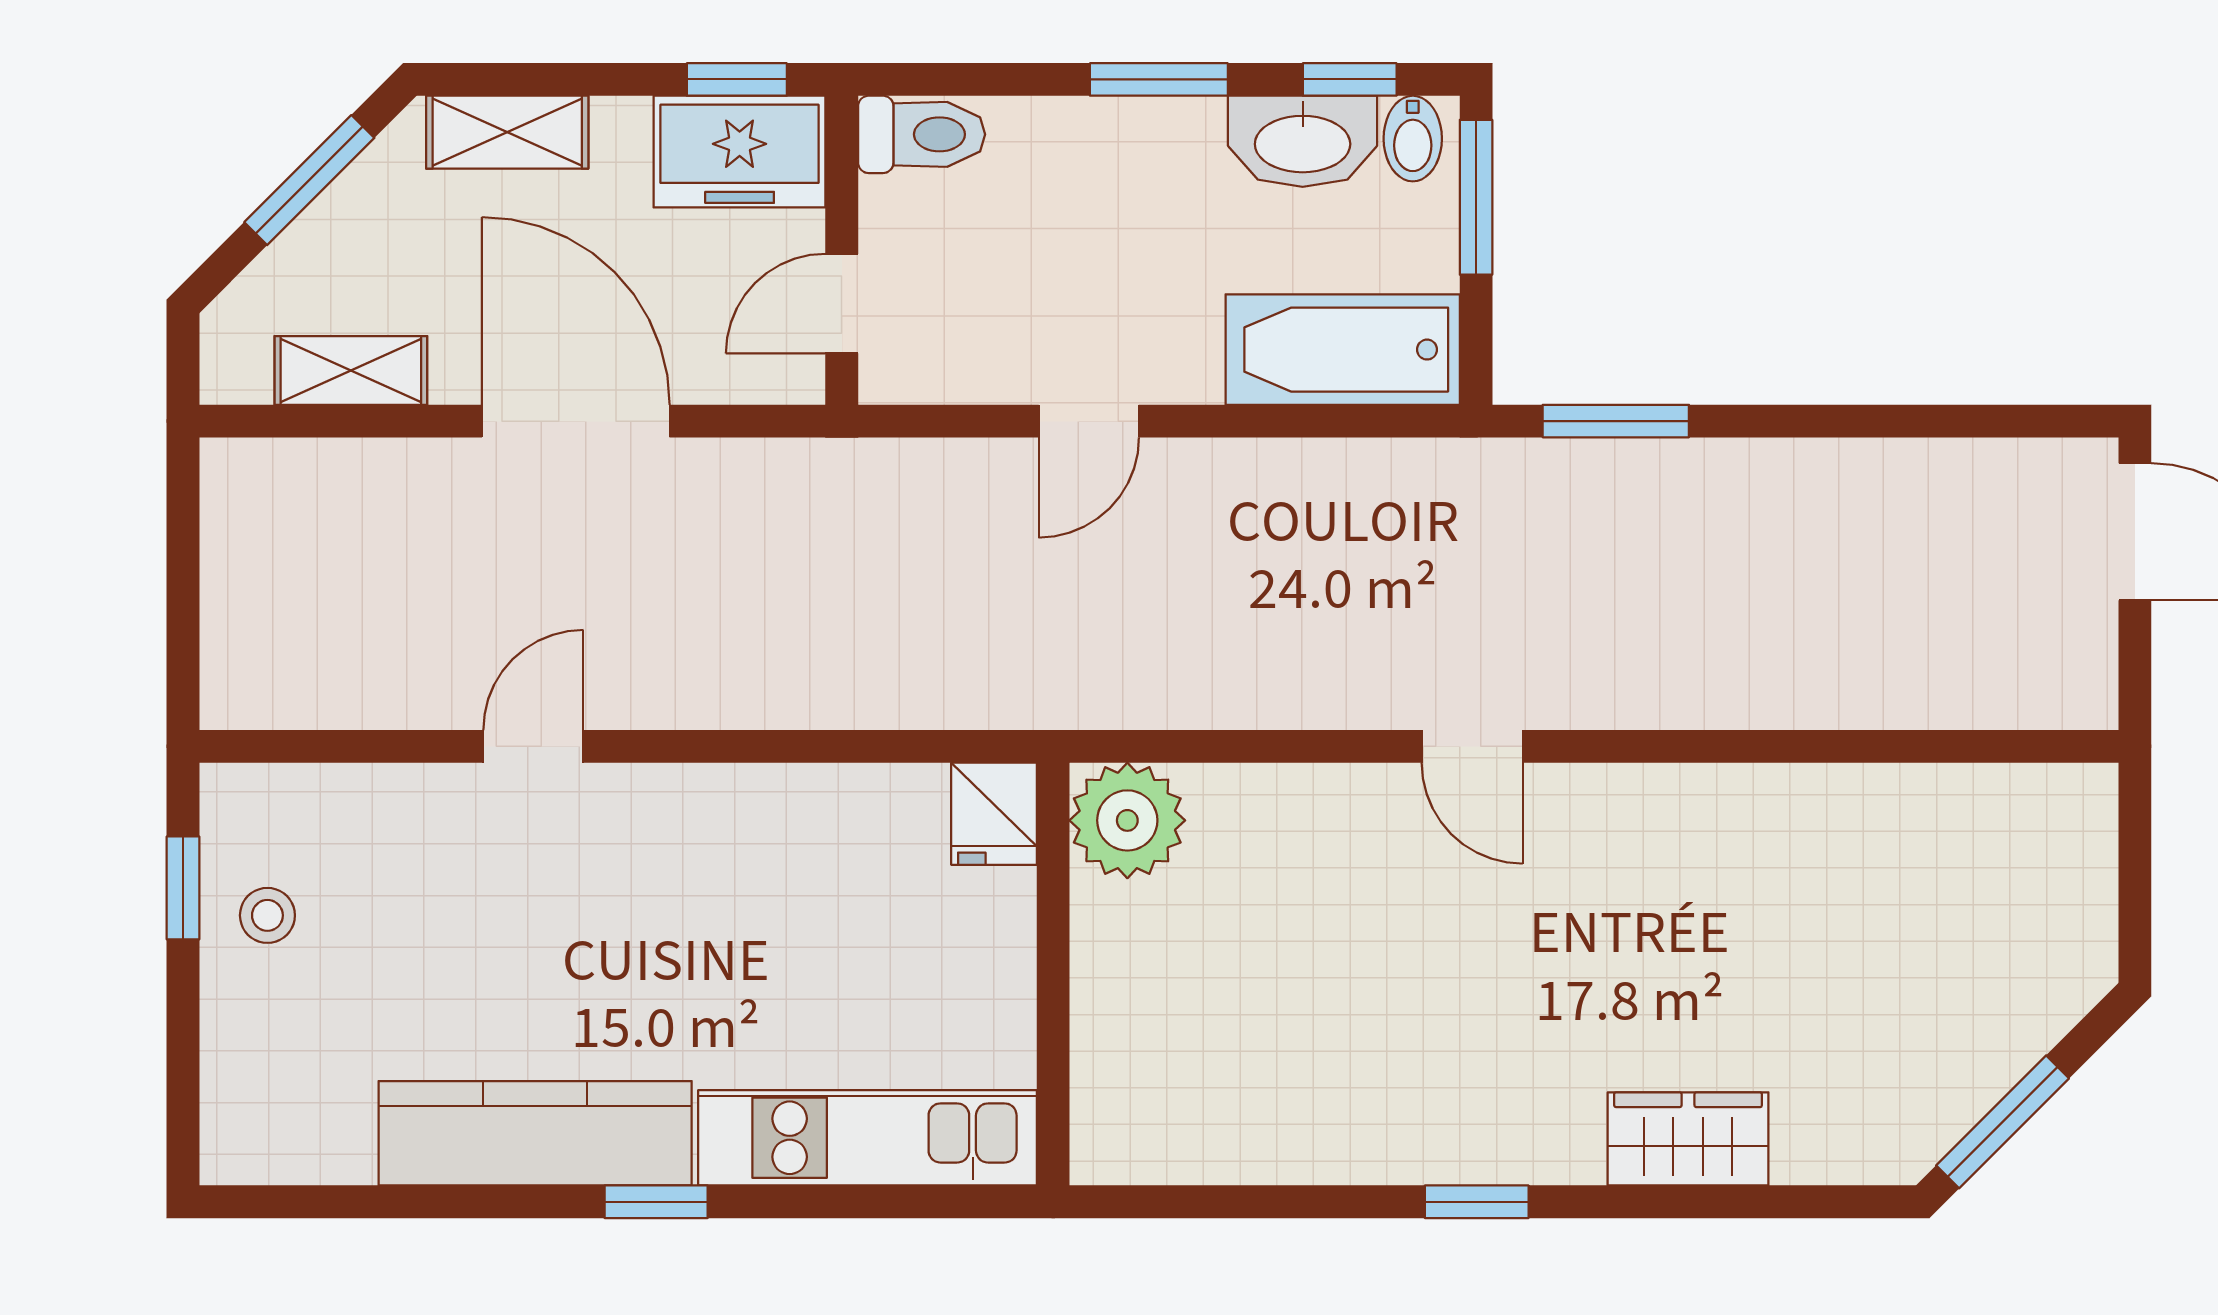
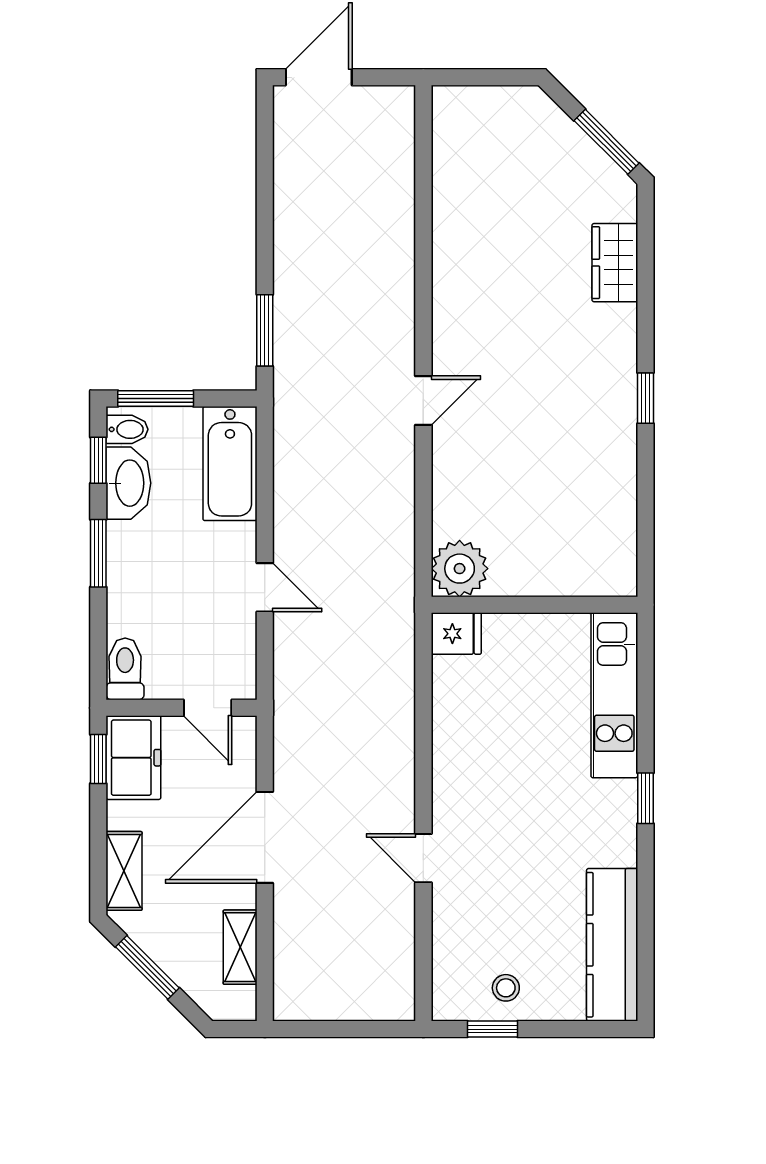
kitchen counter: (535, 1133) -> (612, 945), moved
wardrobe: (1688, 1139) -> (615, 263), moved

